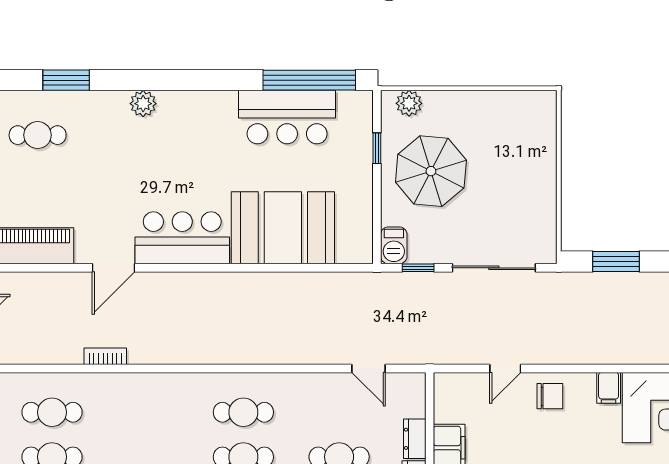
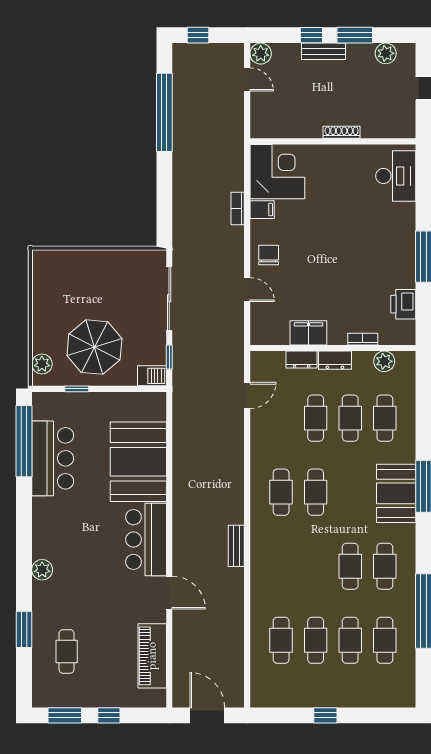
window: (616, 261) -> (164, 204), removed
bench: (174, 354) -> (236, 546), added
bookcase: (105, 356) -> (238, 208), moved

